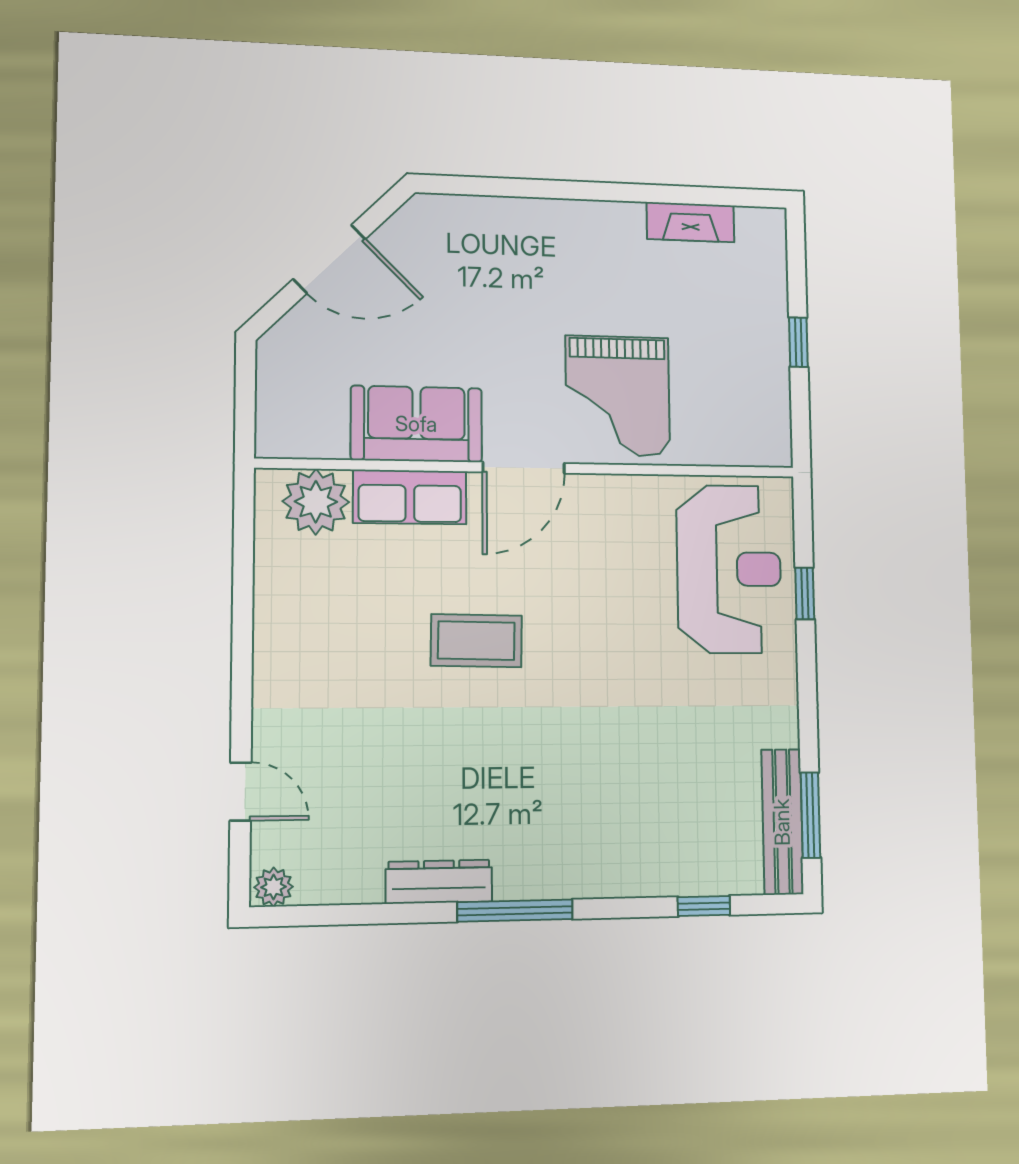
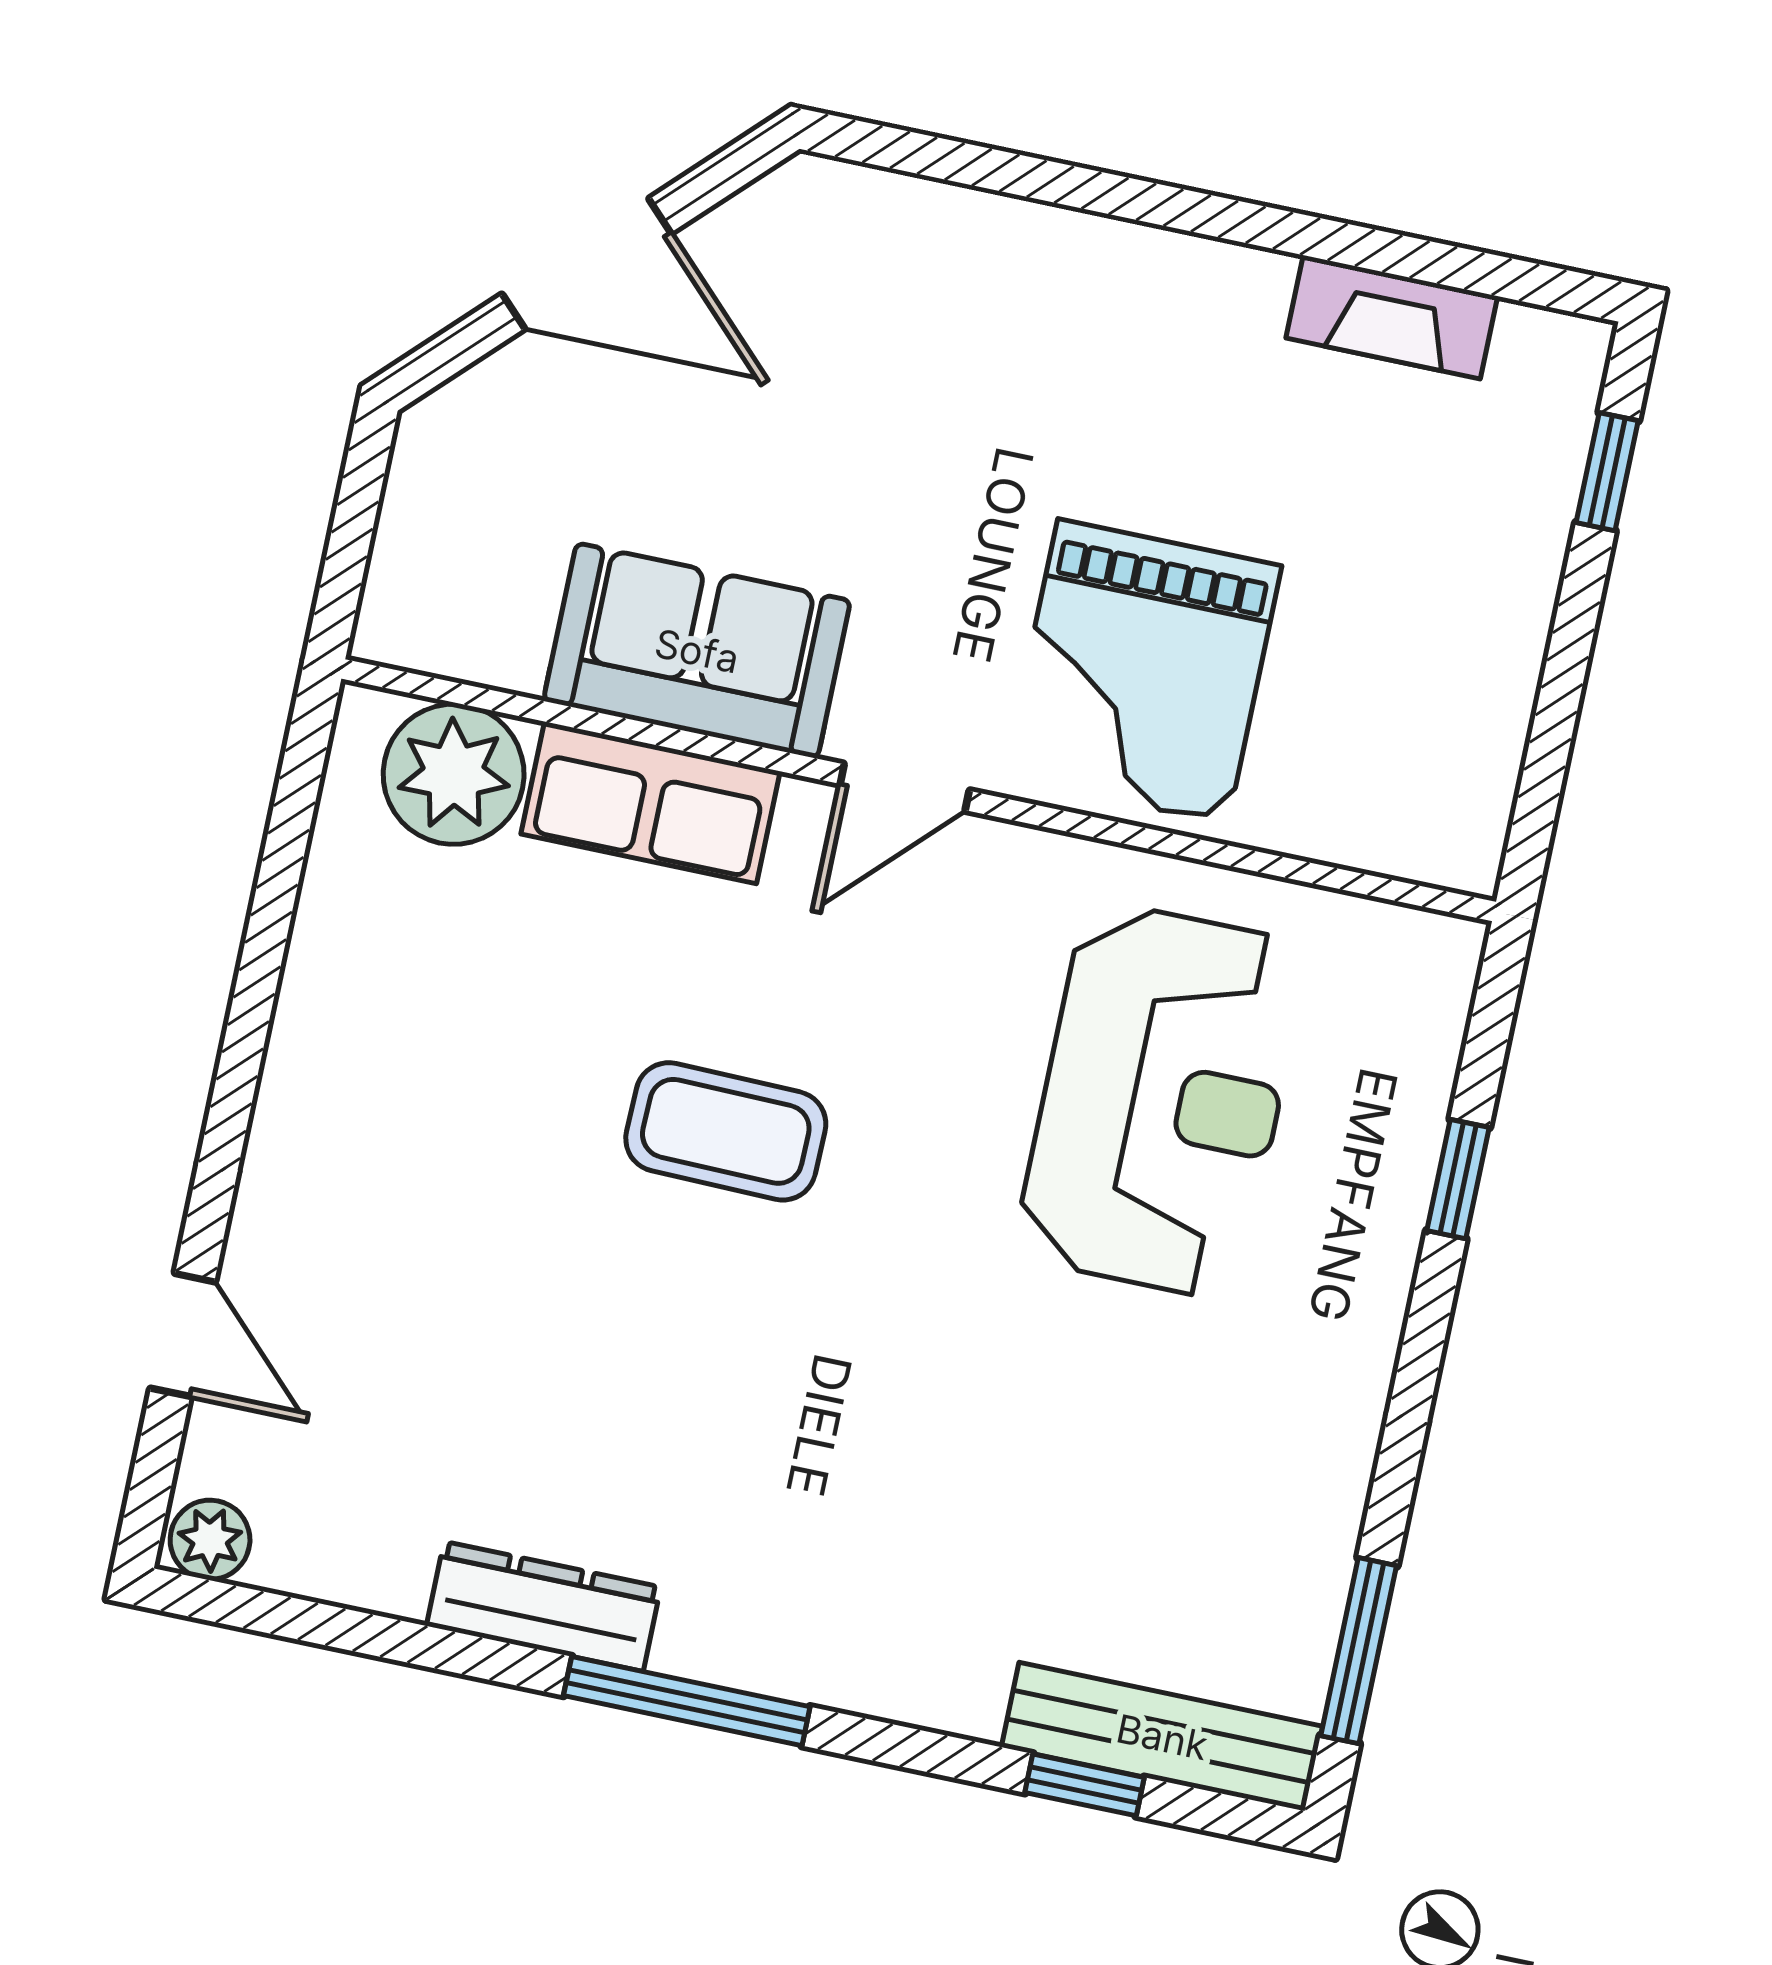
window: (798, 342) -> (1607, 472), moved
door: (524, 468) -> (905, 787), width x0.73
reception desk: (729, 569) -> (1162, 1100), moved
bench: (782, 822) -> (1162, 1737), moved, turned 90

